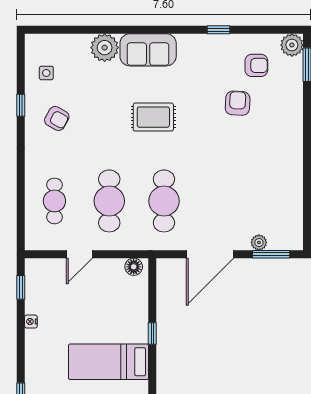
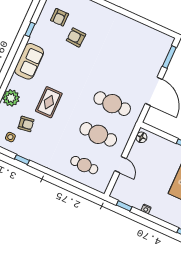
sofa: (148, 50) -> (29, 61), moved
armchair: (256, 65) -> (60, 17), turned 180
rug: (153, 117) -> (49, 102), moved
armchair: (57, 119) -> (26, 124), moved, turned 53
plant: (259, 243) -> (160, 61), removed

